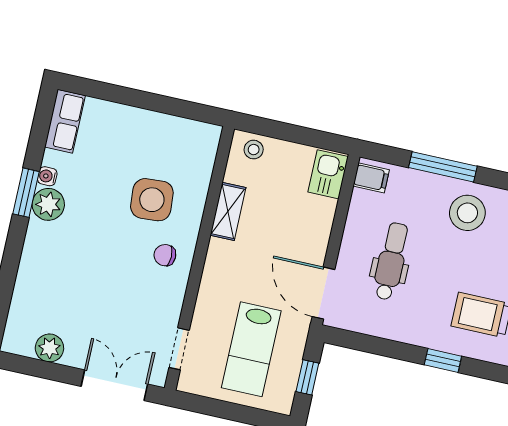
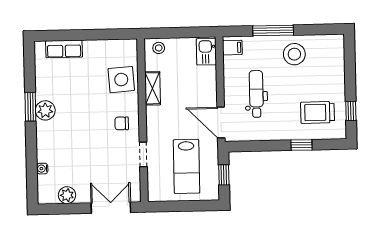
row of seats: (65, 121) -> (64, 49), moved, turned 90
water cooler: (47, 176) -> (42, 169), moved
side table: (152, 200) -> (121, 80), moved
doorway: (179, 349) -> (143, 154), moved

